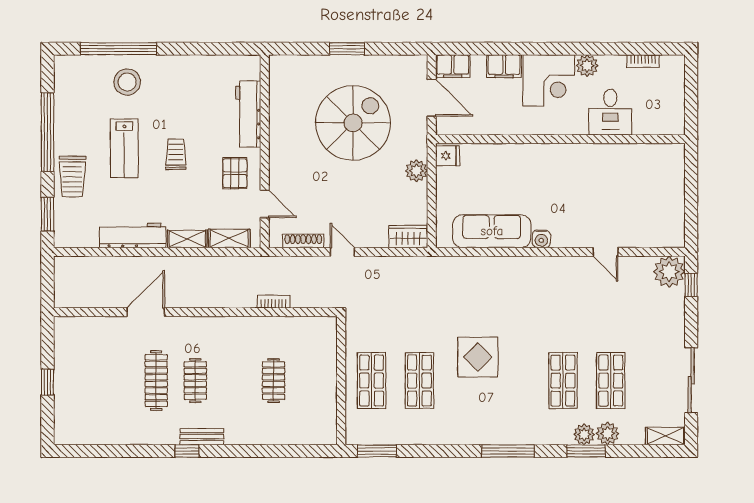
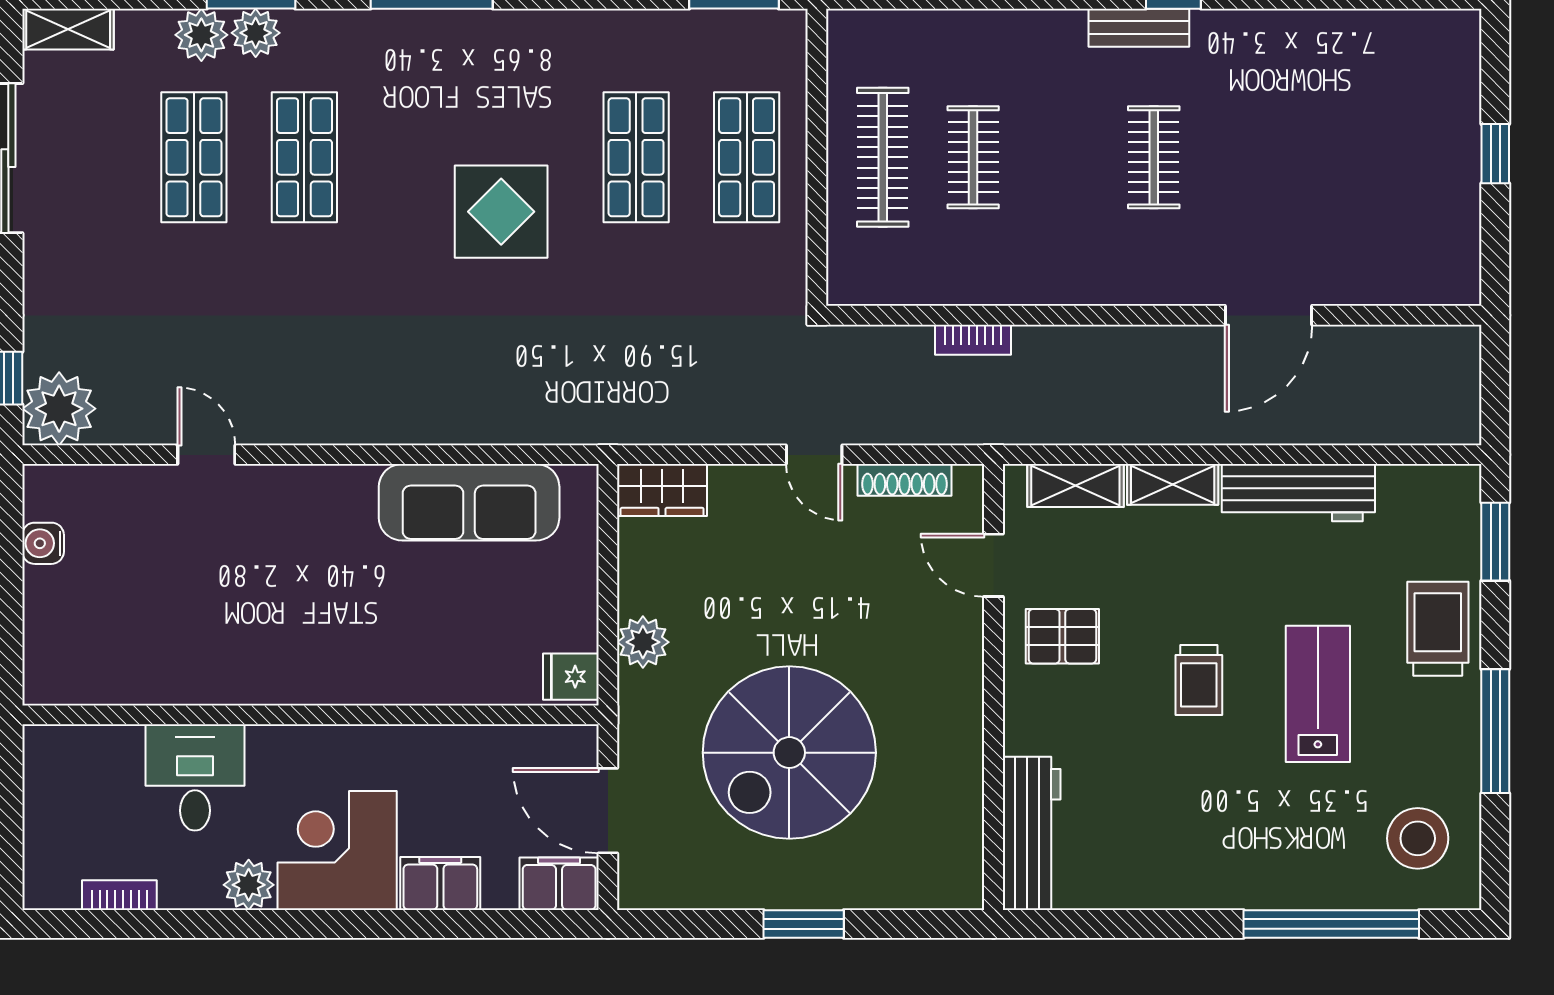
stool: (127, 82) -> (1418, 838), moved
workbench: (248, 114) -> (1032, 833), moved
window: (48, 132) -> (1495, 731), width x0.68
pallet: (235, 173) -> (1062, 636), turned 90
water cooler: (541, 239) -> (43, 543), moved, turned -90
clothes rail: (156, 381) -> (883, 157), moved

